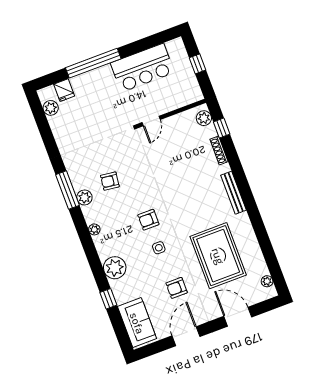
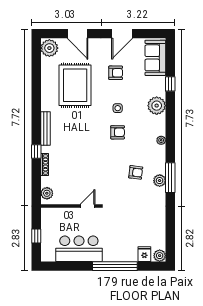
plant: (51, 108) -> (160, 256), moved
window: (222, 128) -> (36, 152), moved
plant: (84, 197) -> (160, 181), moved
plant: (267, 281) -> (49, 48), width x1.87, depth x1.87

